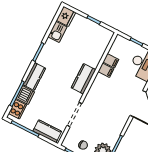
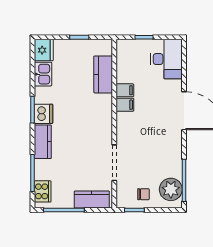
filing cabinet: (111, 61) -> (125, 105), moved
kitchen counter: (83, 79) -> (103, 74), moved
dishwasher: (25, 95) -> (43, 114), moved

